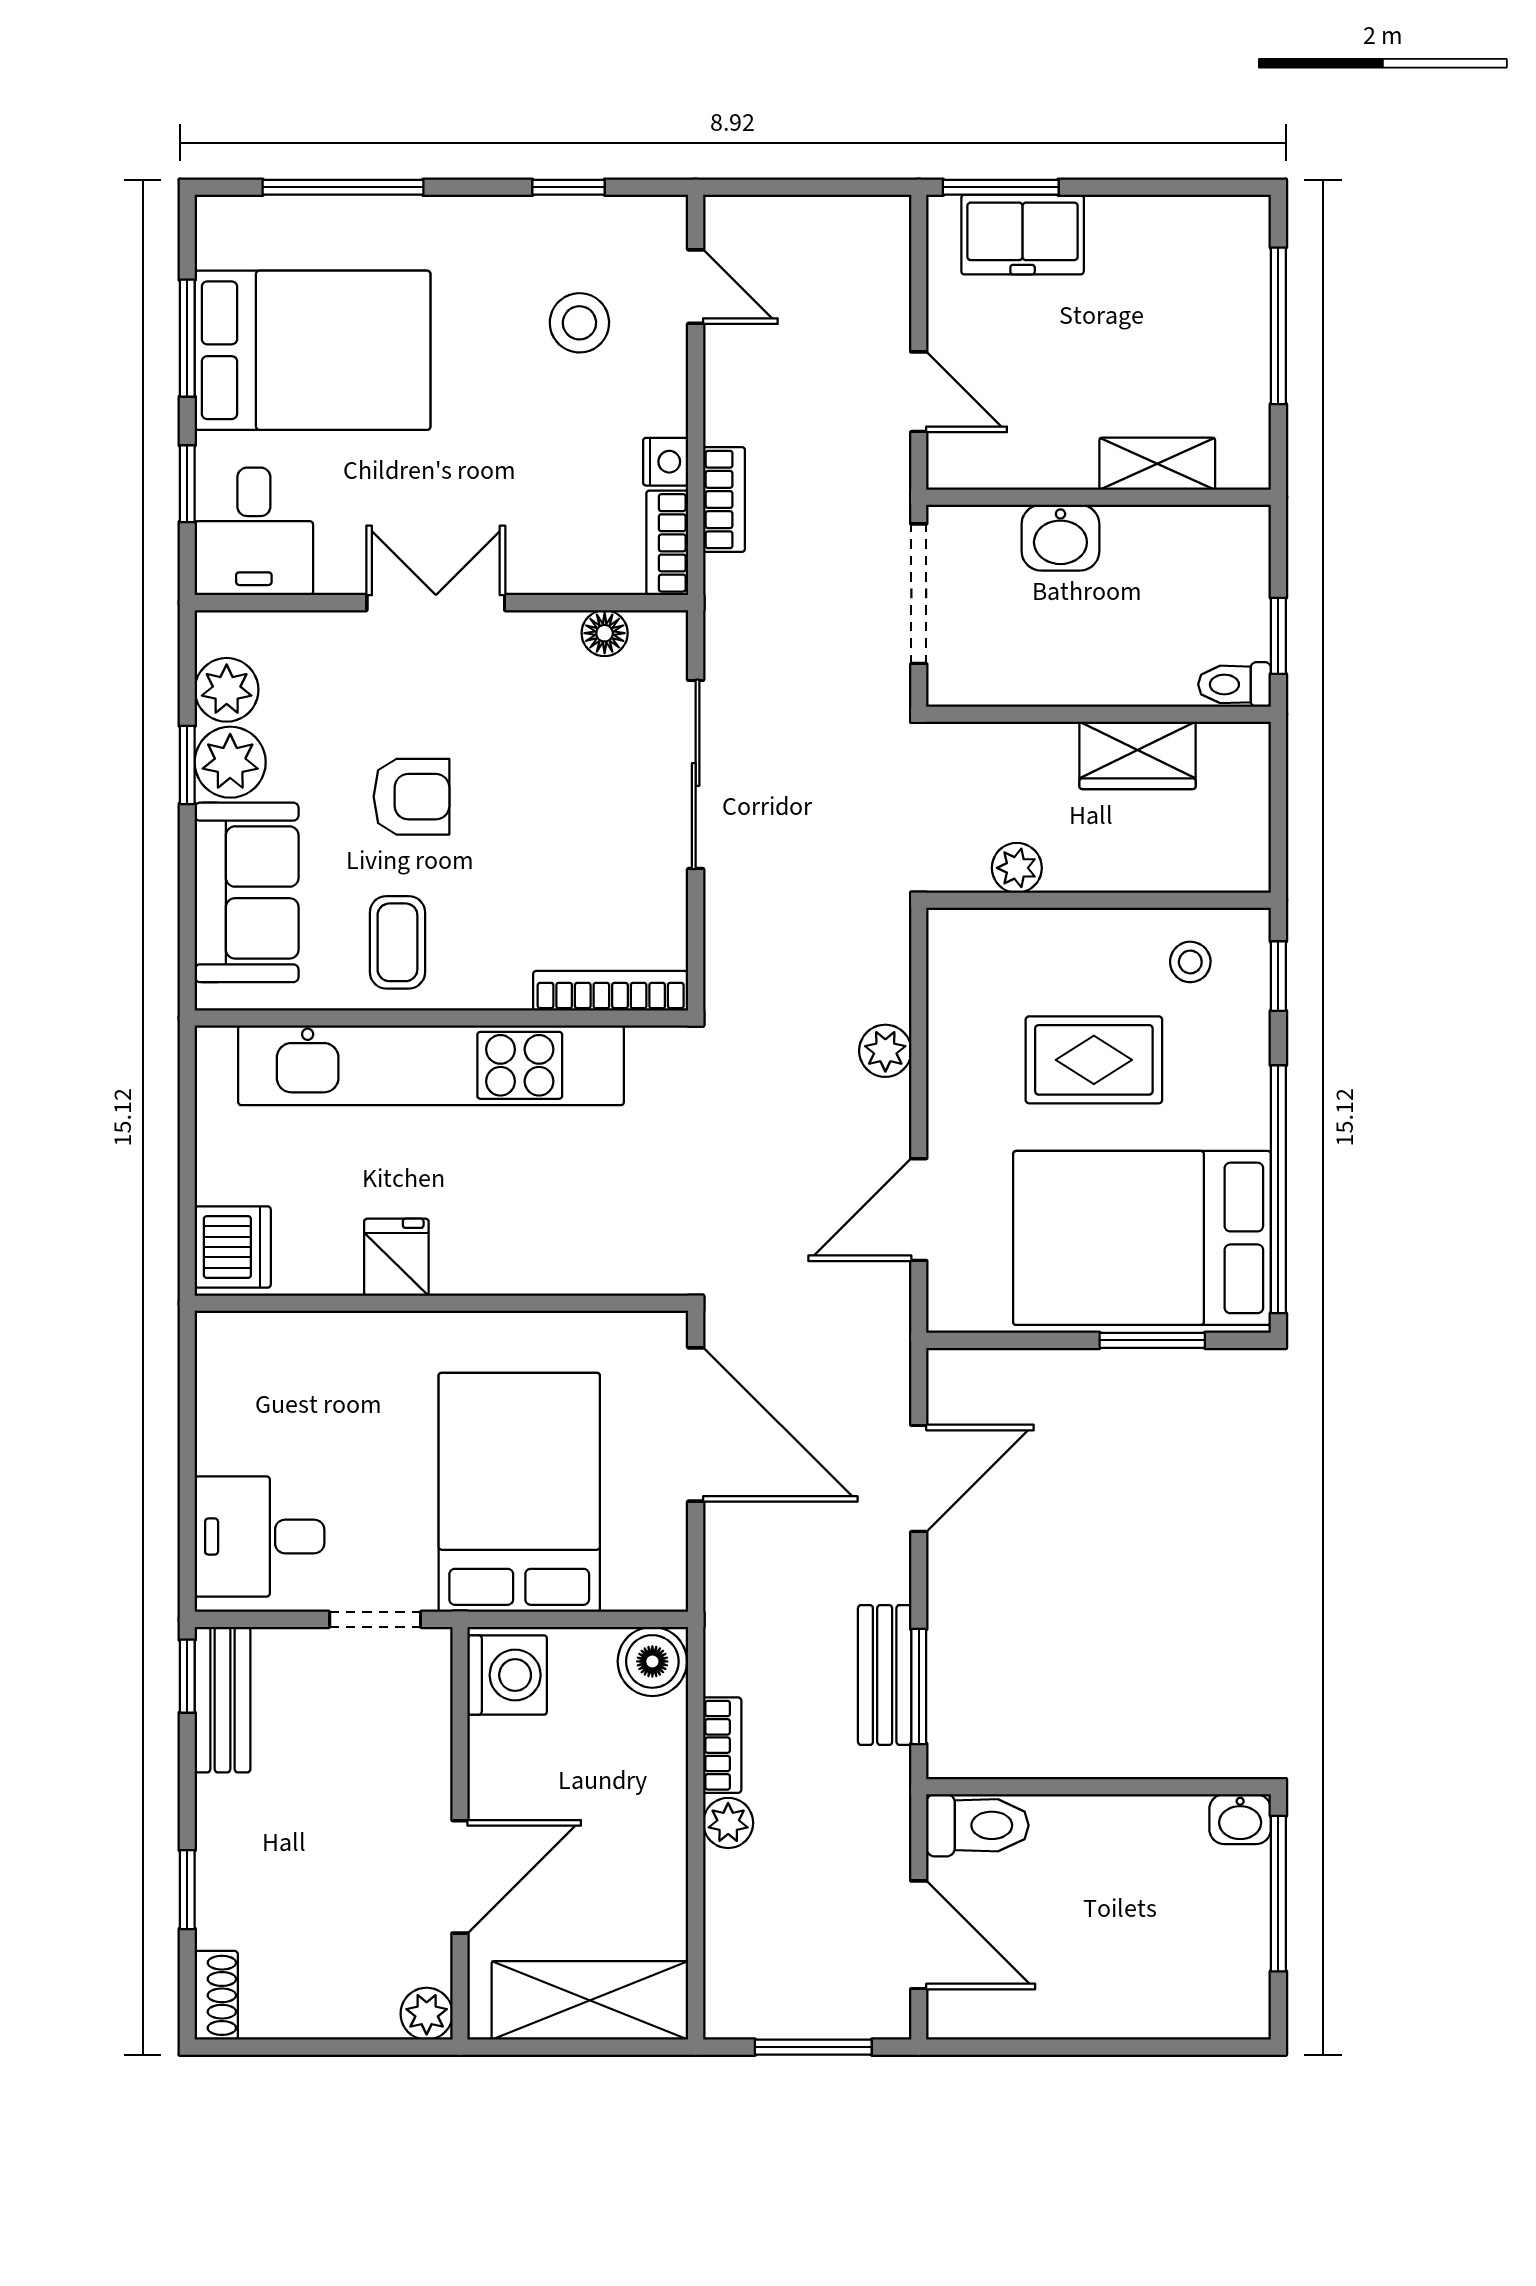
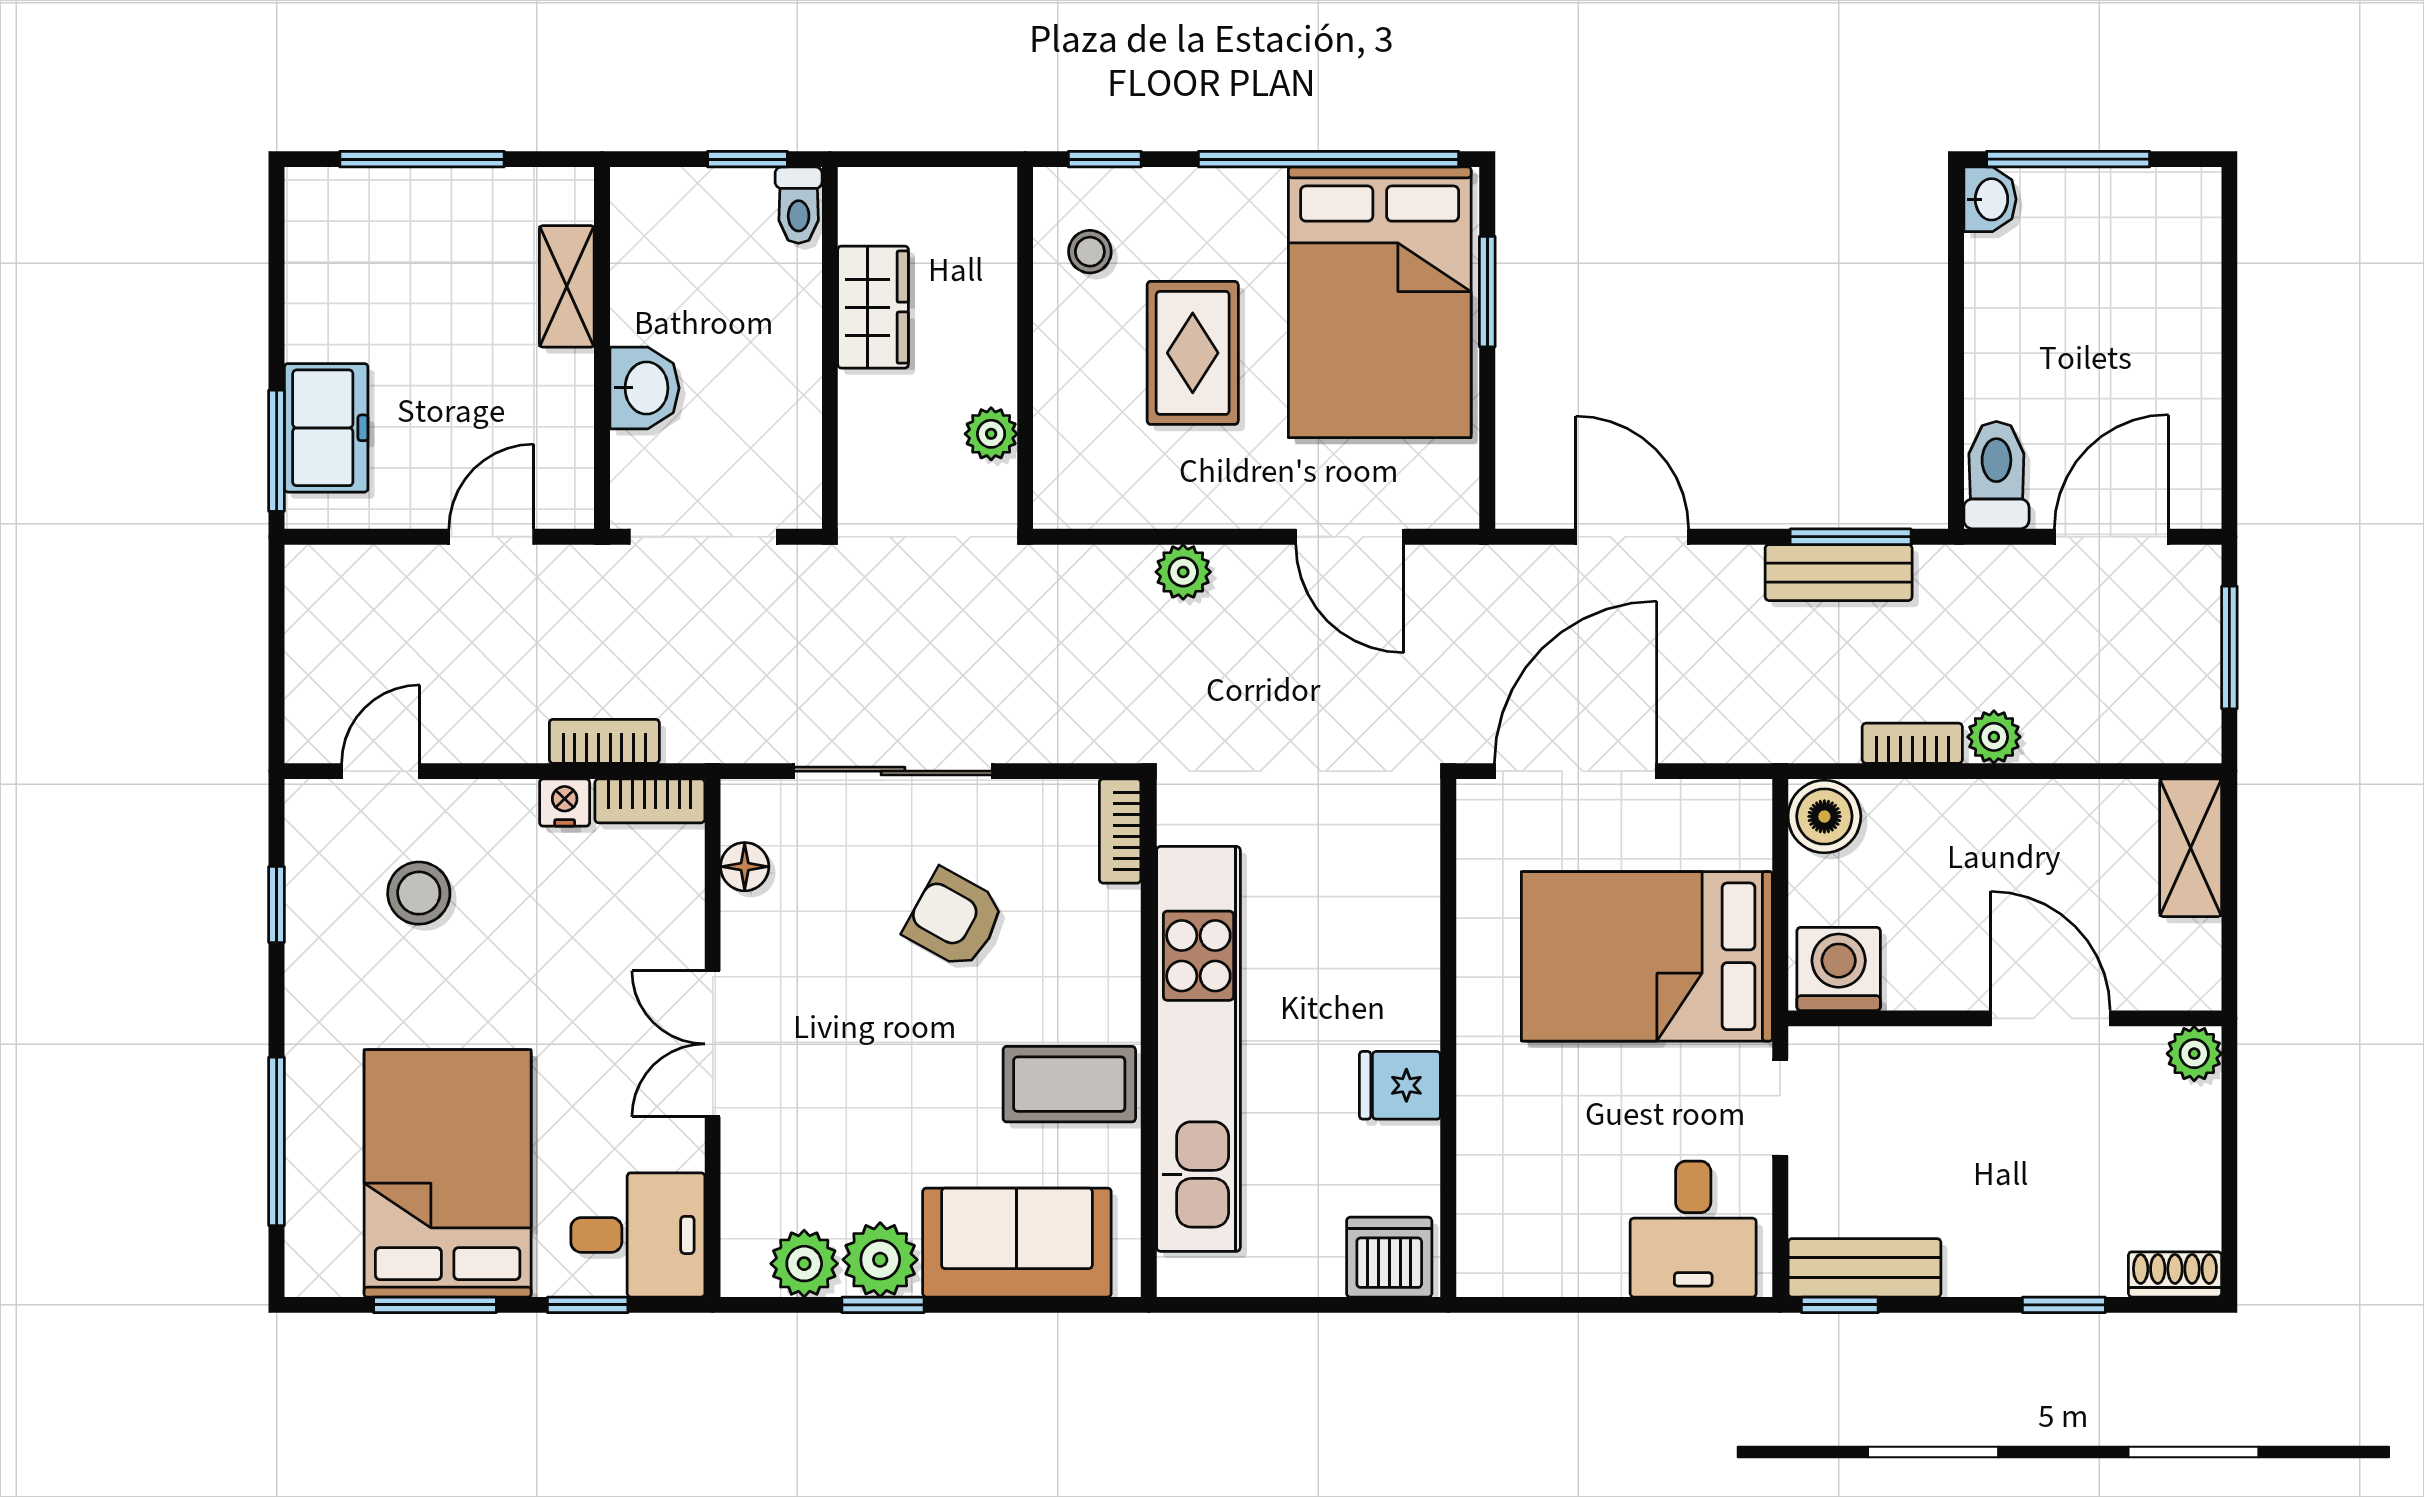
armchair: (411, 797) -> (954, 919), moved, turned -61
coffee table: (397, 942) -> (1069, 1084), width x1.36, depth x1.30
bookcase: (611, 991) -> (1120, 831), width x0.64
shelving: (590, 2000) -> (2191, 848), width x0.67, depth x0.75

